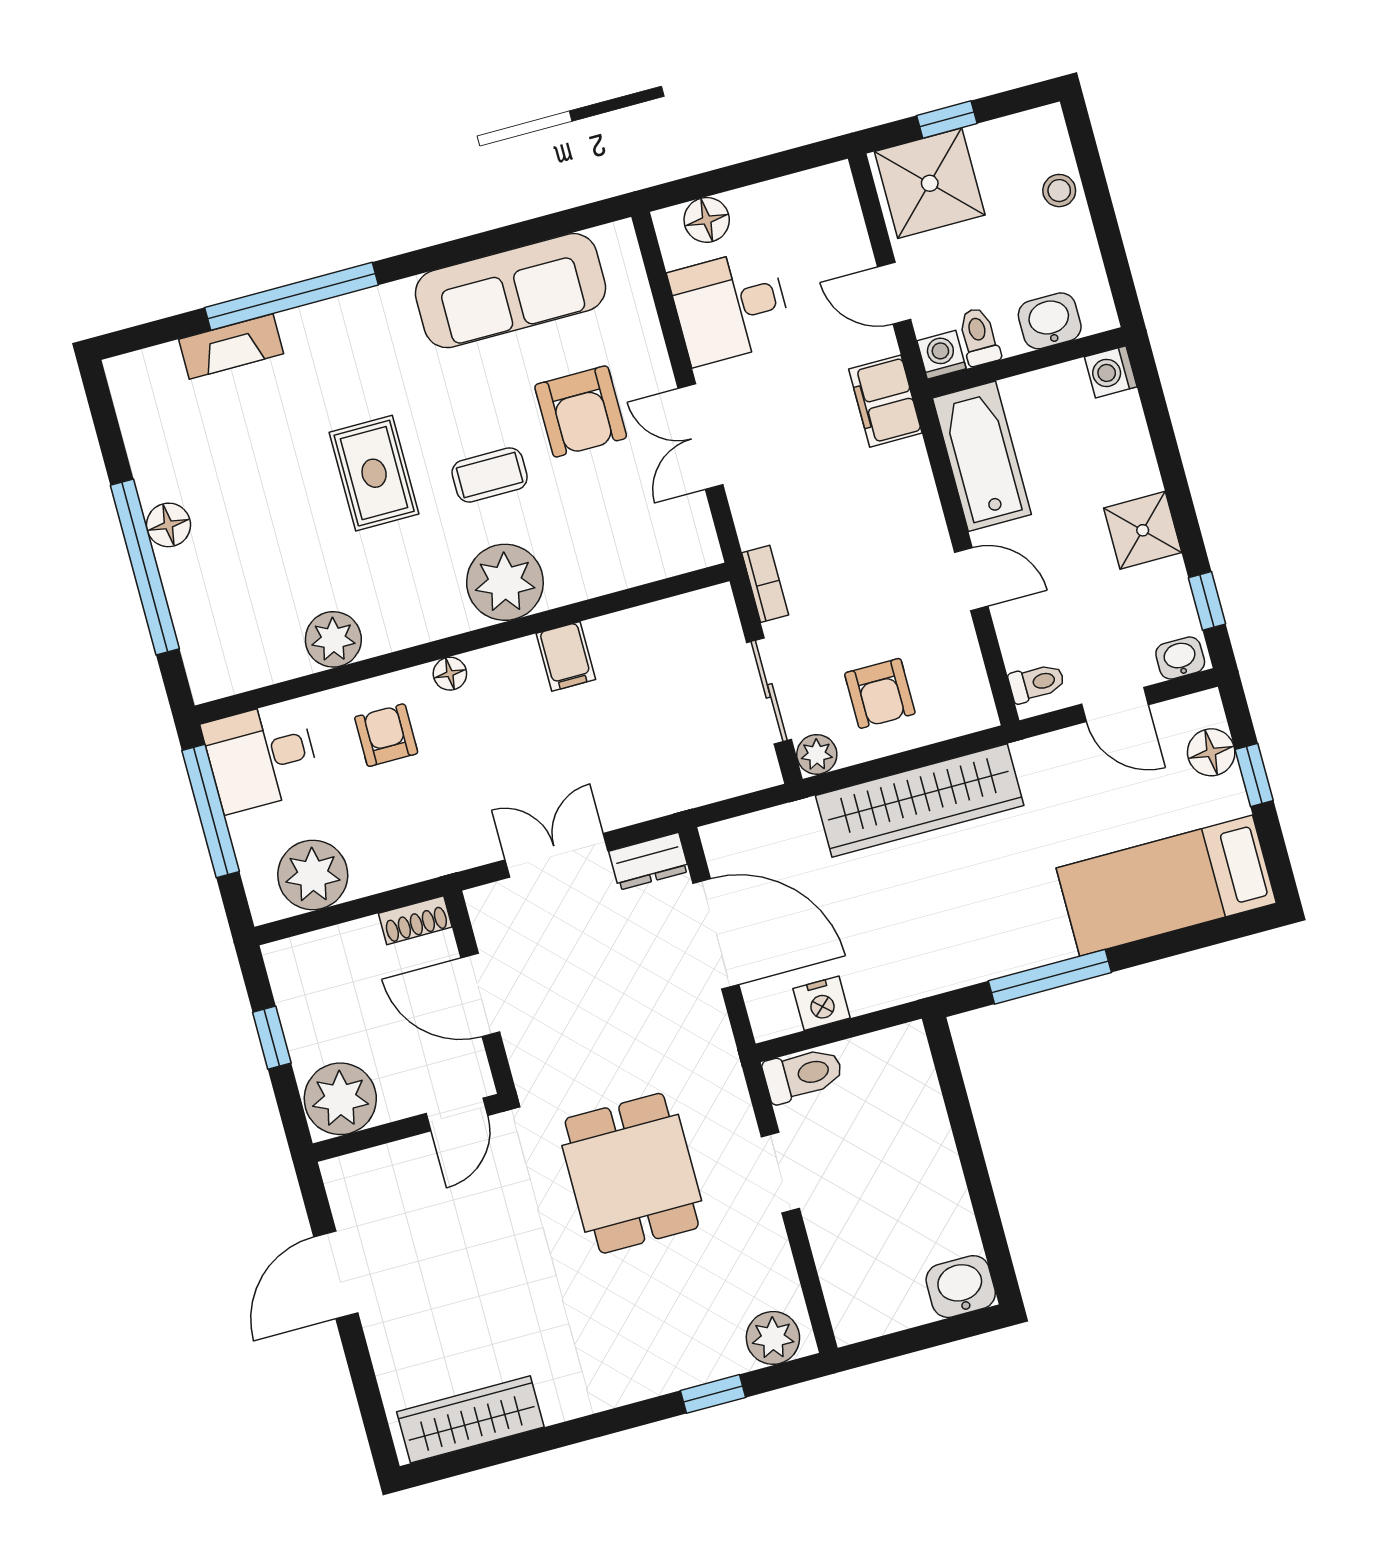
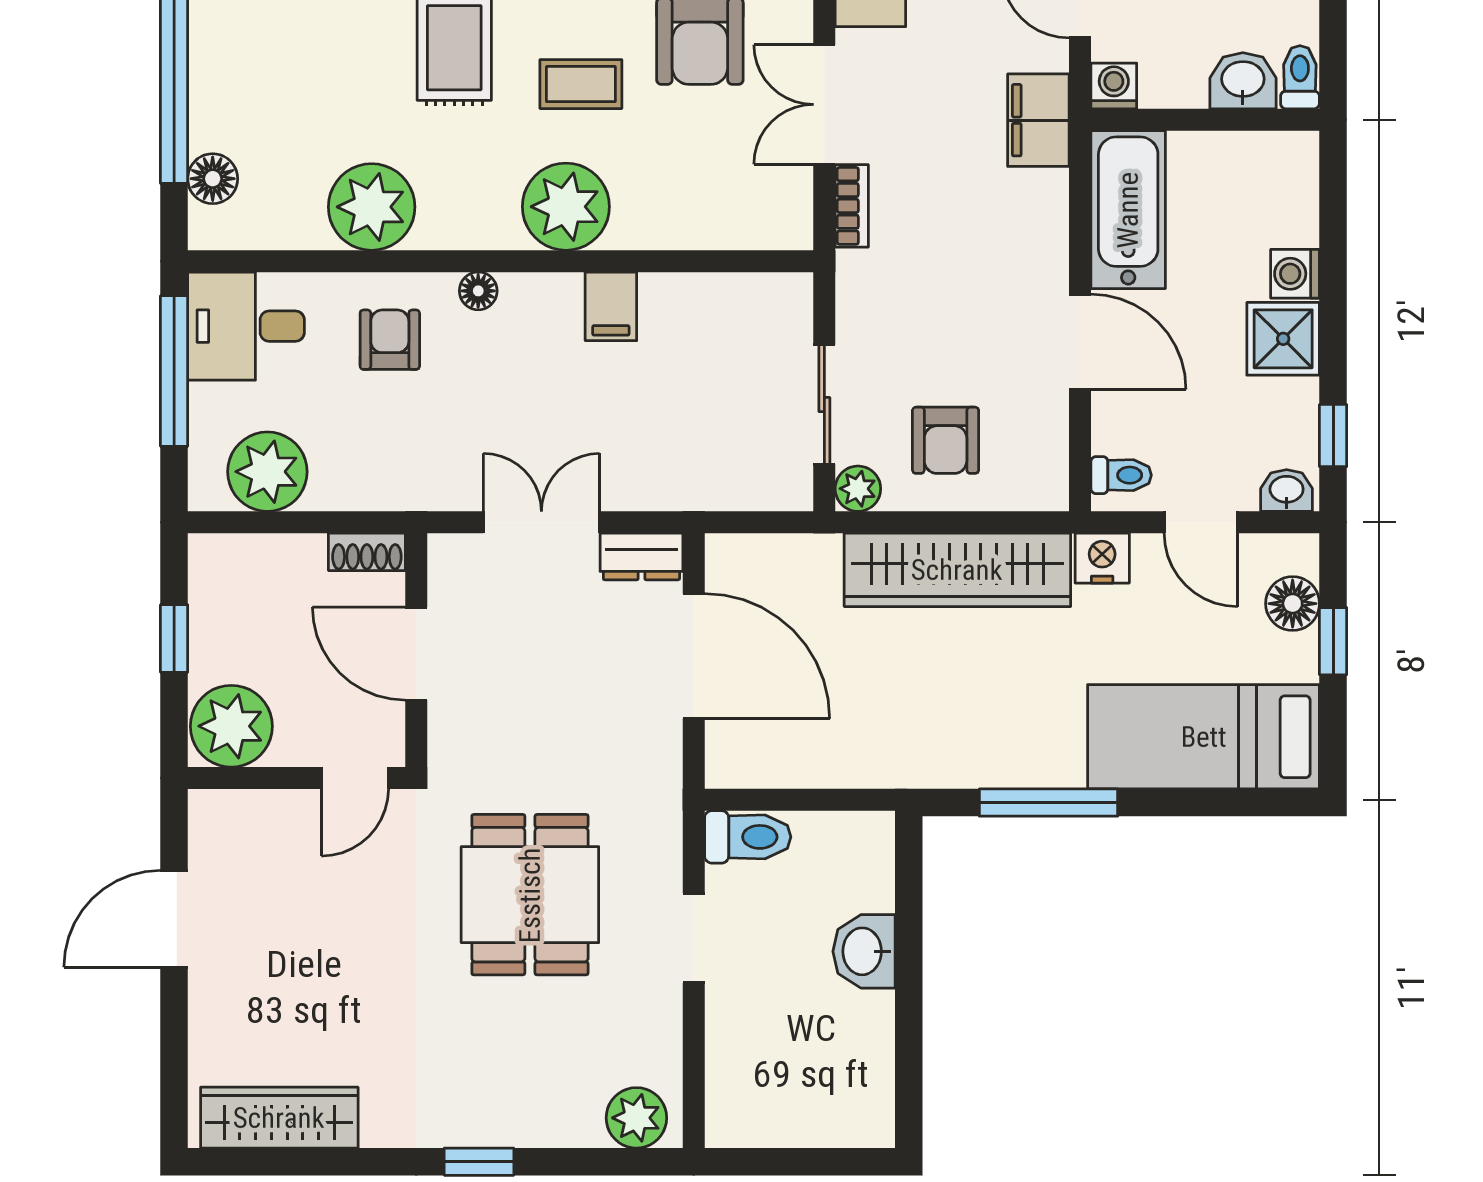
toilet: (979, 337) -> (1300, 77), moved
washing machine: (1111, 372) -> (1295, 274), moved
floor lamp: (168, 525) -> (213, 179), moved
door: (971, 579) -> (1080, 342), width x1.38
bookcase: (765, 584) -> (852, 206), moved
plant: (333, 639) -> (372, 207), width x1.36, depth x1.36
nightstand: (822, 1003) -> (1102, 558), moved, turned 180
washbasin: (961, 1287) -> (864, 951), moved, turned -90
window: (713, 1394) -> (479, 1162), moved

